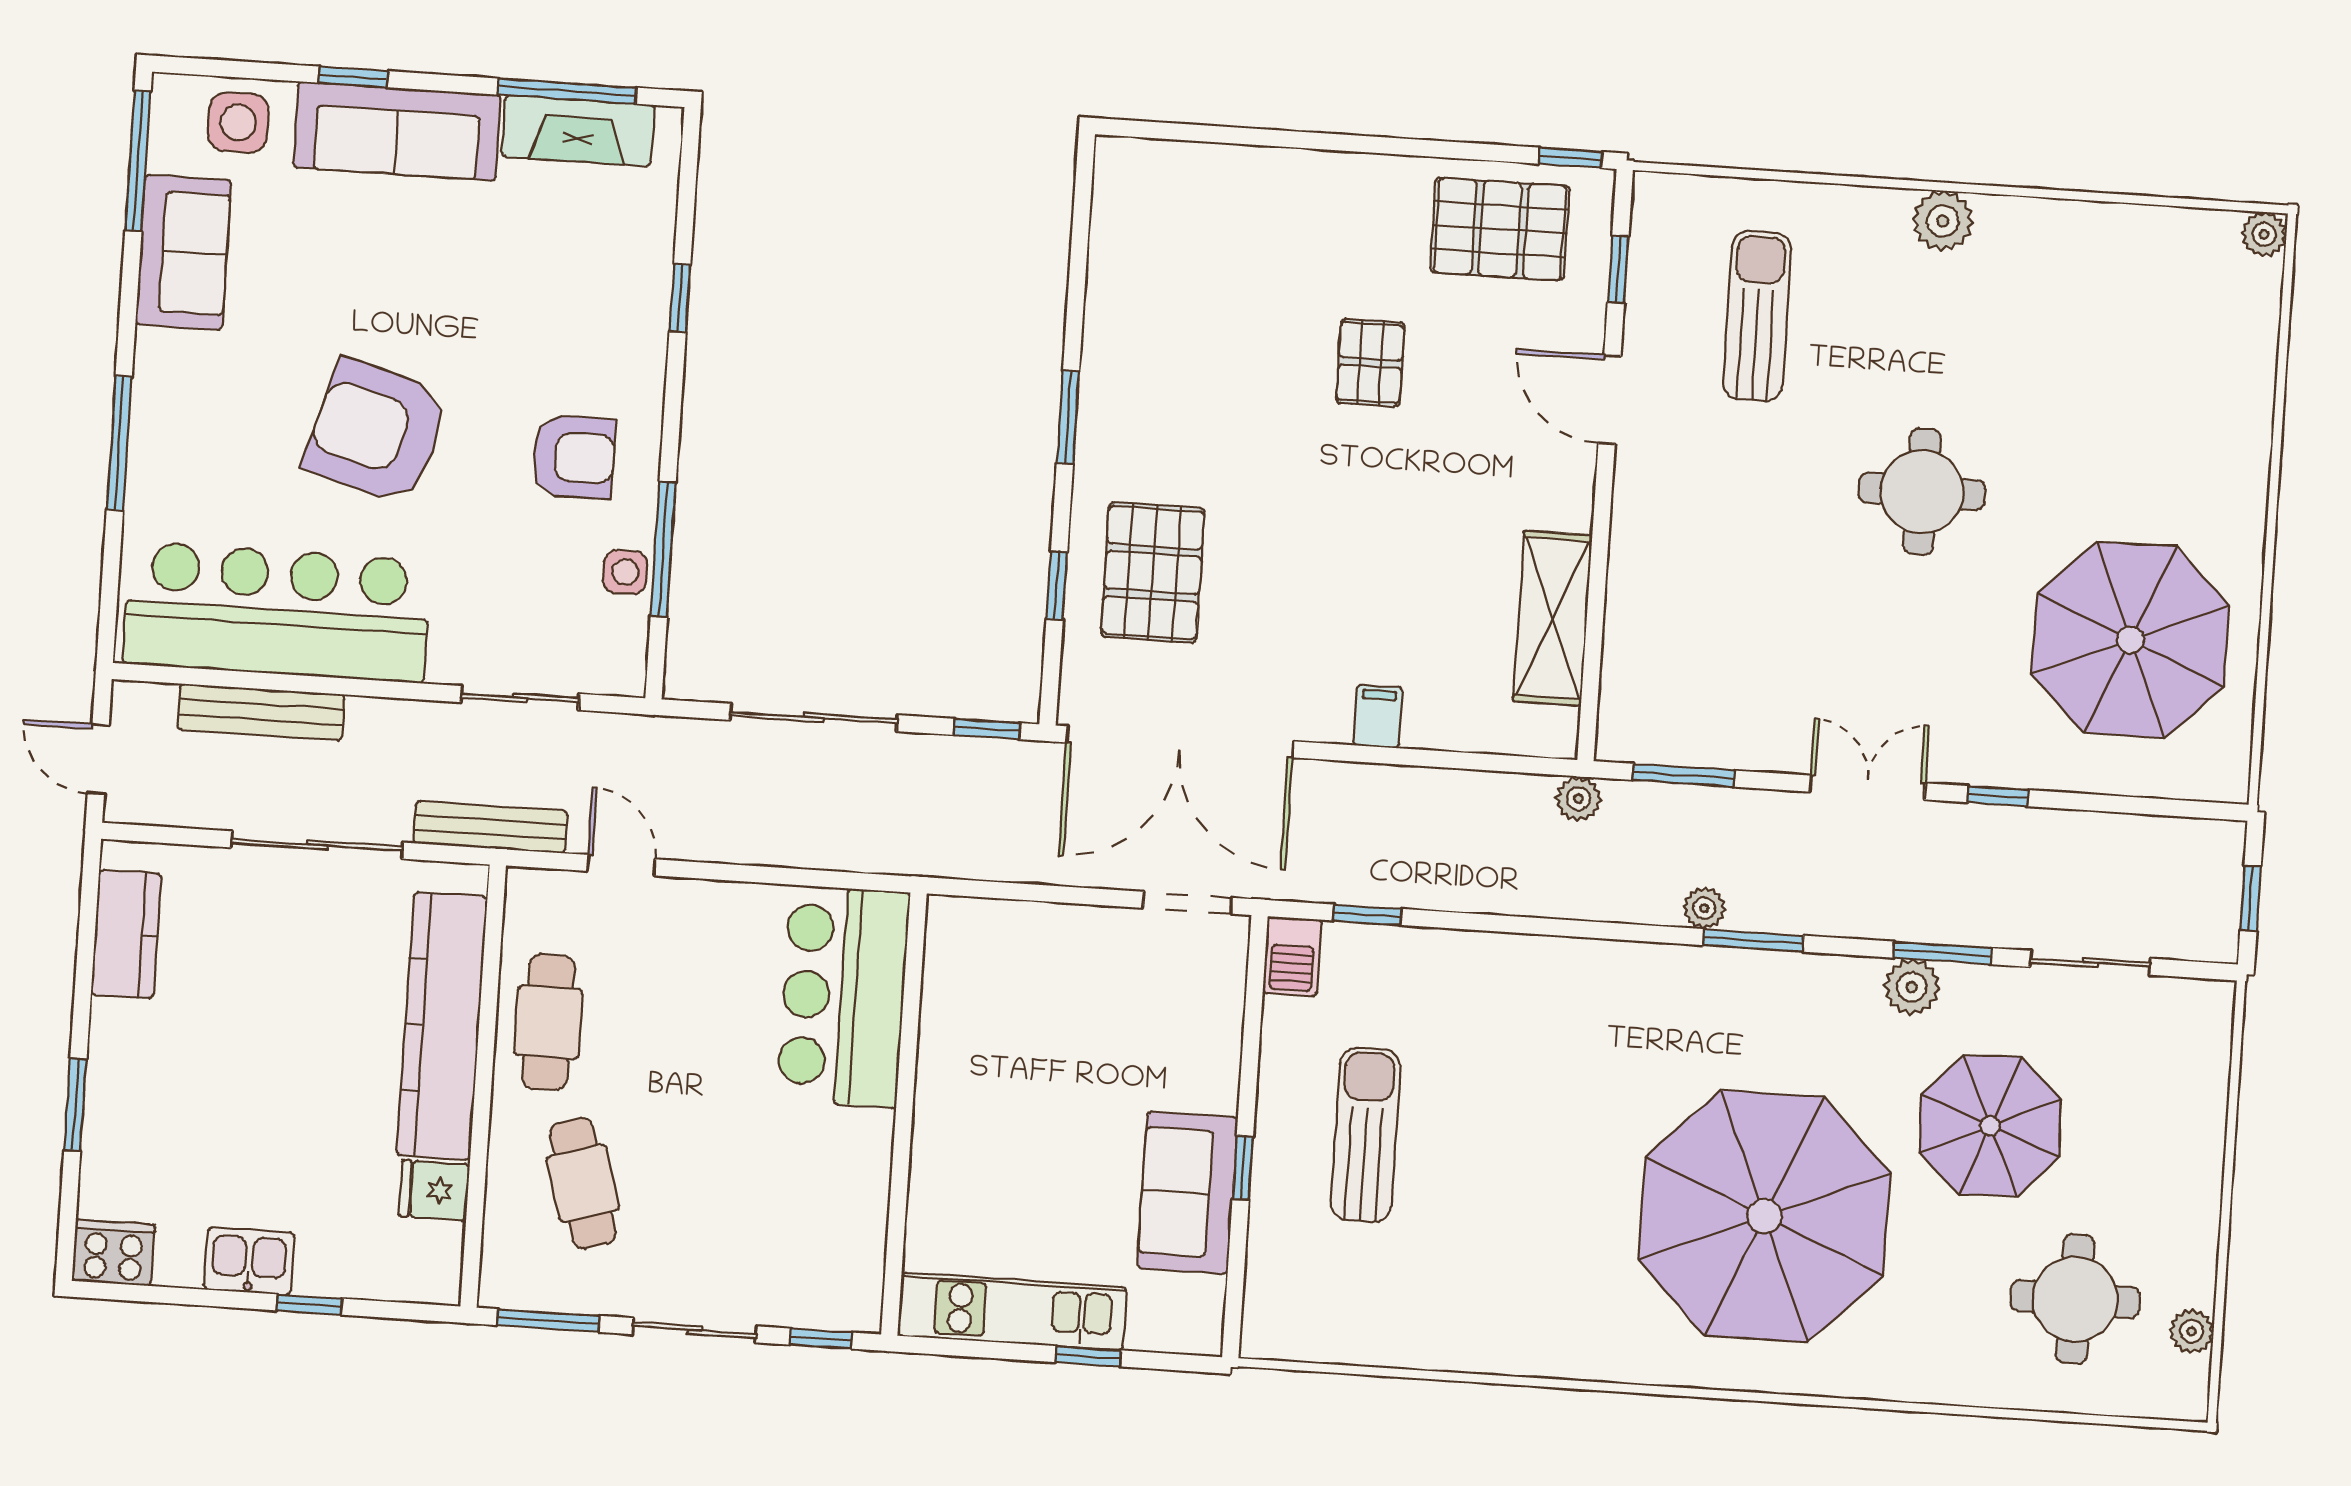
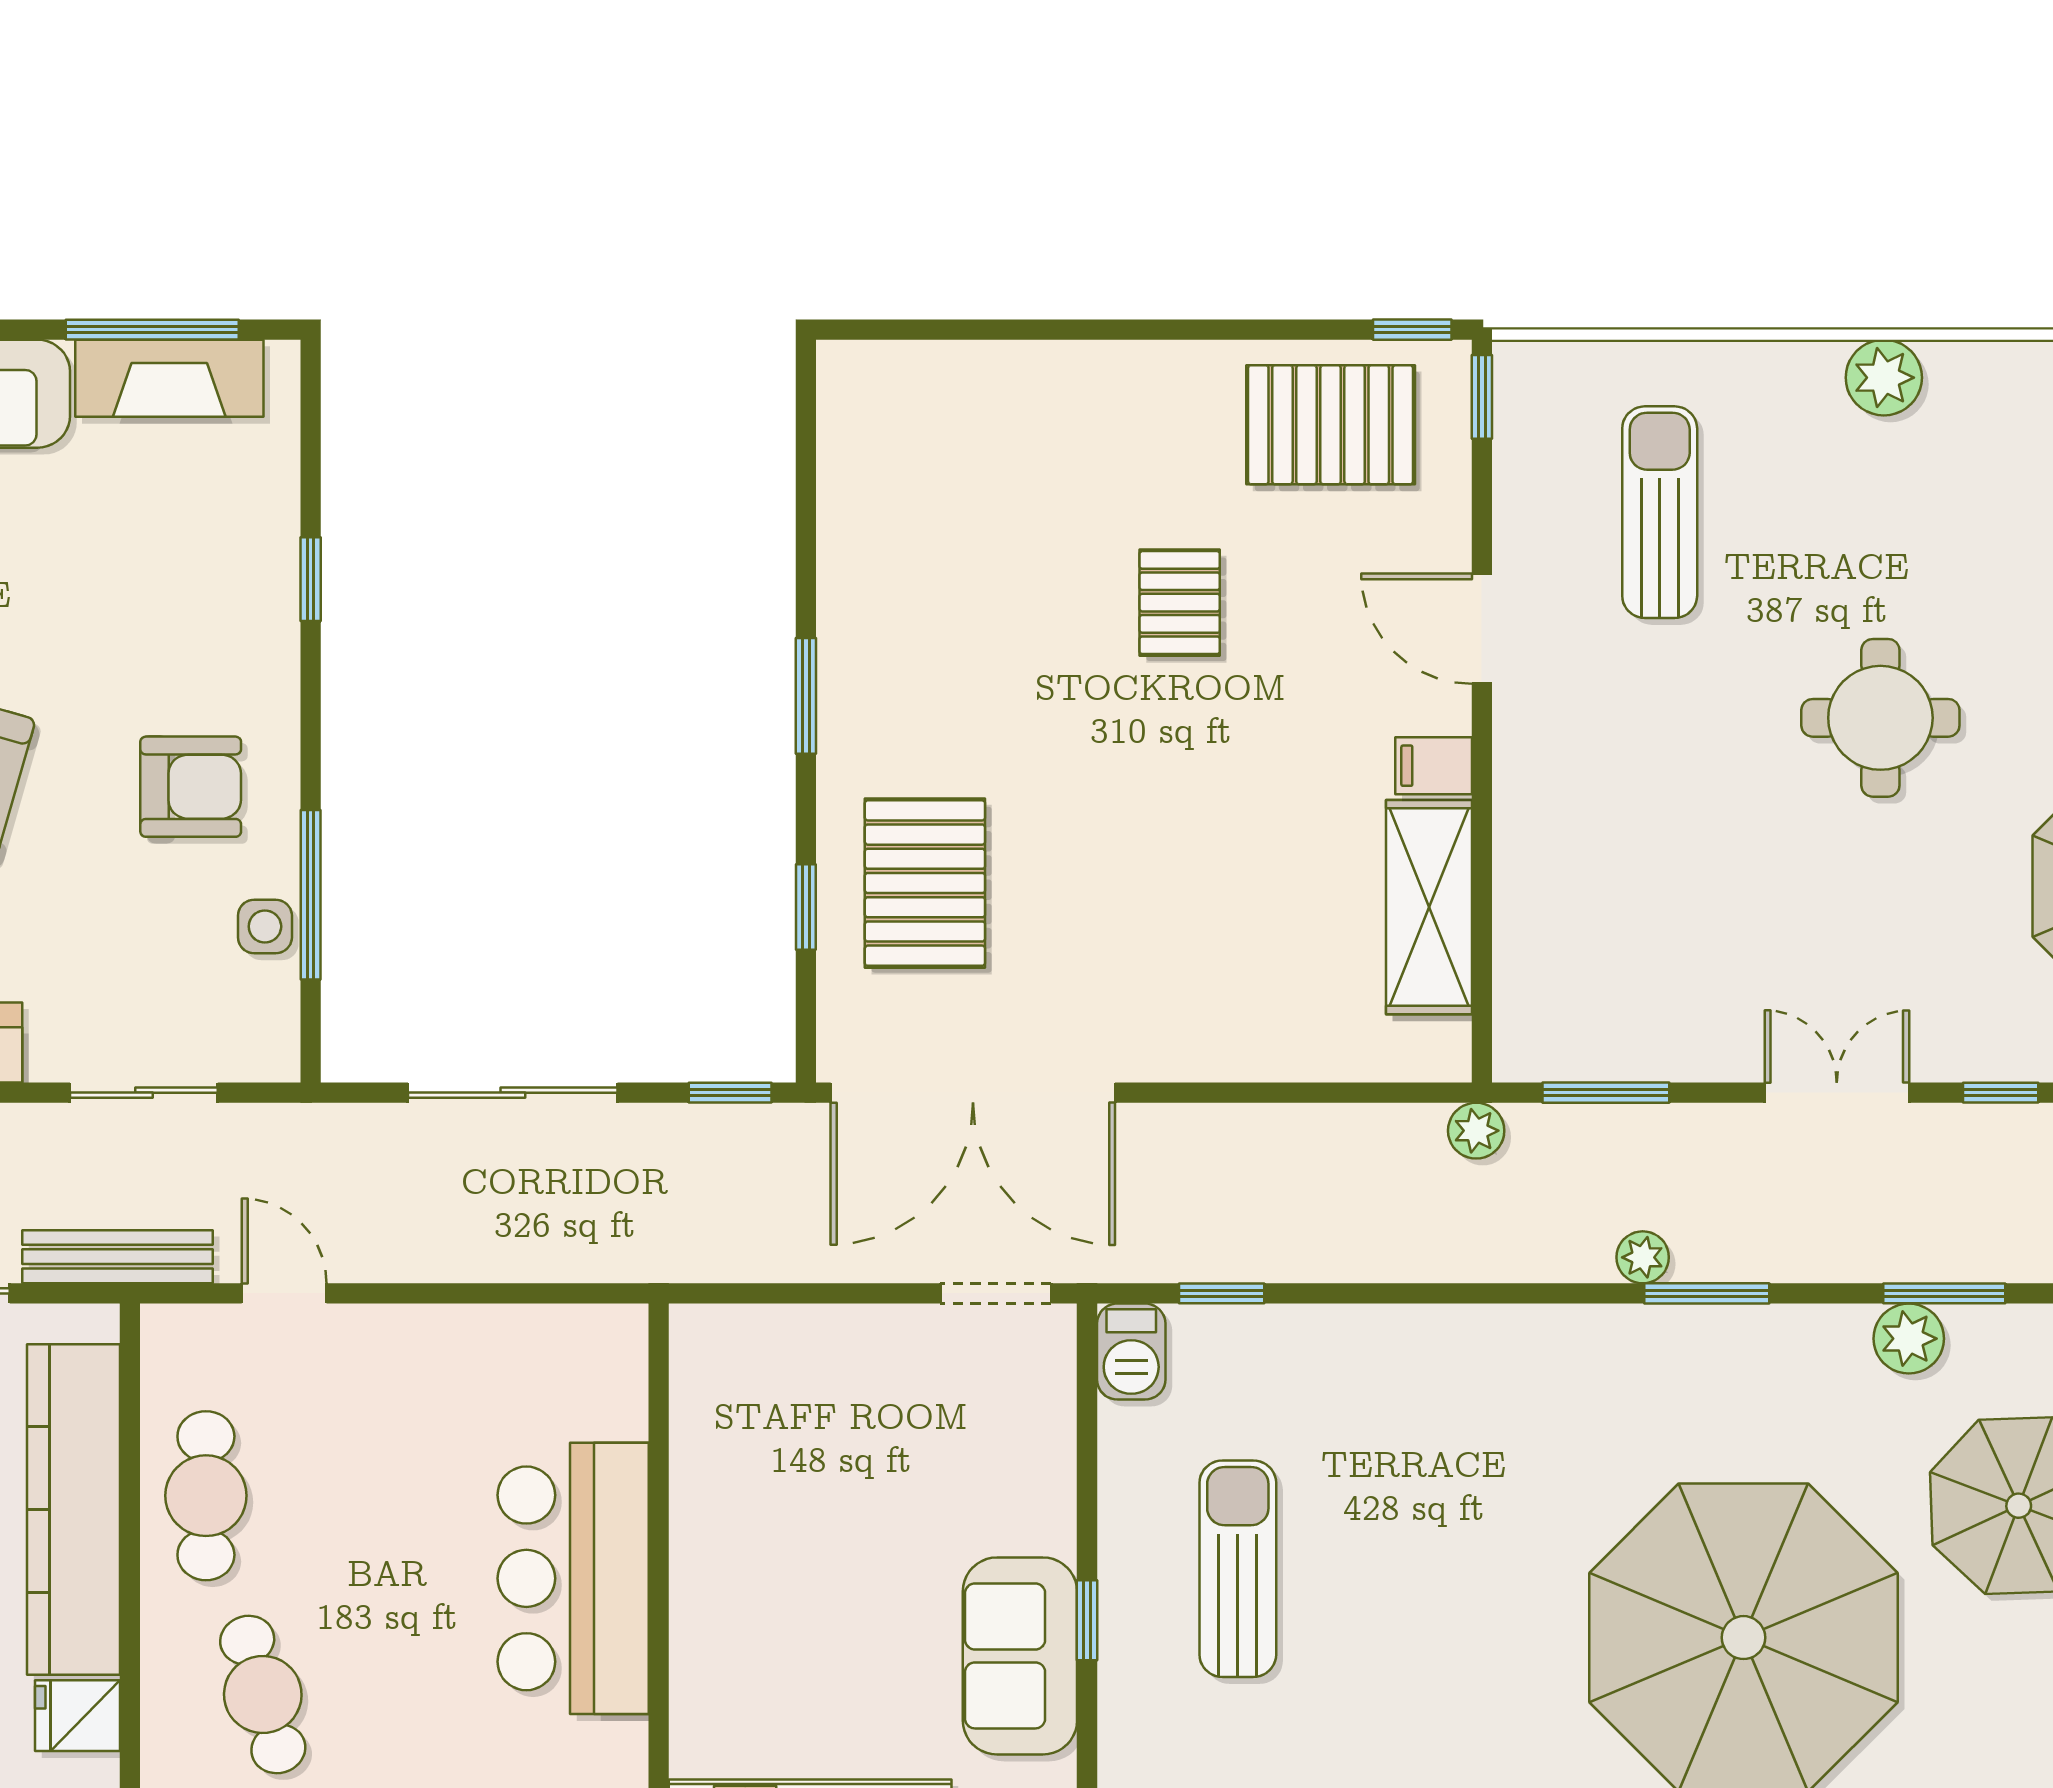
window: (1618, 269) -> (1482, 397), moved
filing cabinet: (1378, 716) -> (1434, 766), moved, turned -90
bar counter: (843, 997) -> (573, 1578), moved

